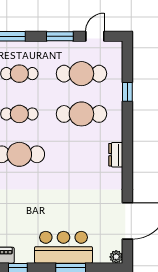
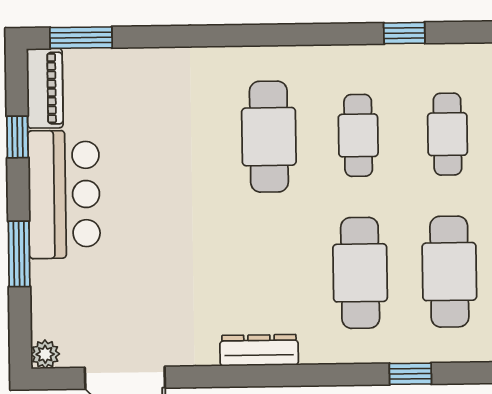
dresser: (116, 155) -> (259, 350), width x1.44
bar counter: (63, 247) -> (64, 194), moved

